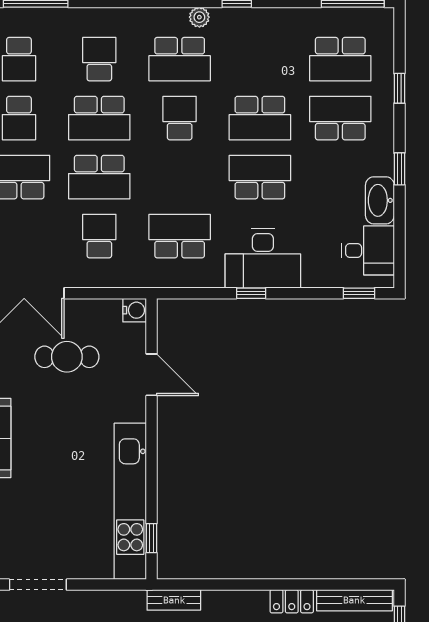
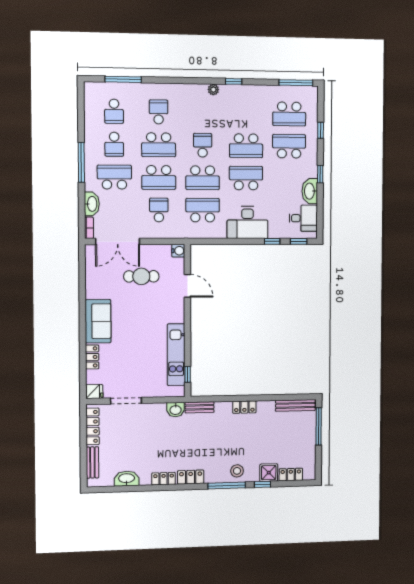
school desk: (180, 59) -> (203, 178), moved
window: (251, 293) -> (272, 241), moved
kitchen unit: (130, 501) -> (176, 355), width x0.73
locker: (292, 601) -> (244, 407), moved
washbasin: (129, 603) -> (176, 410), added

